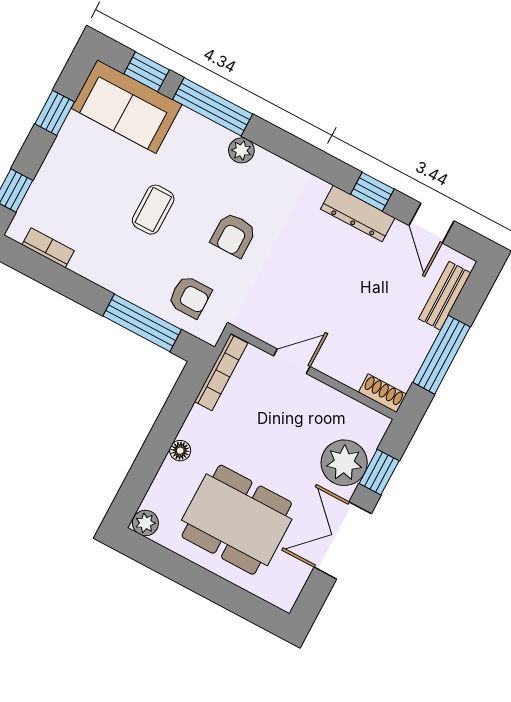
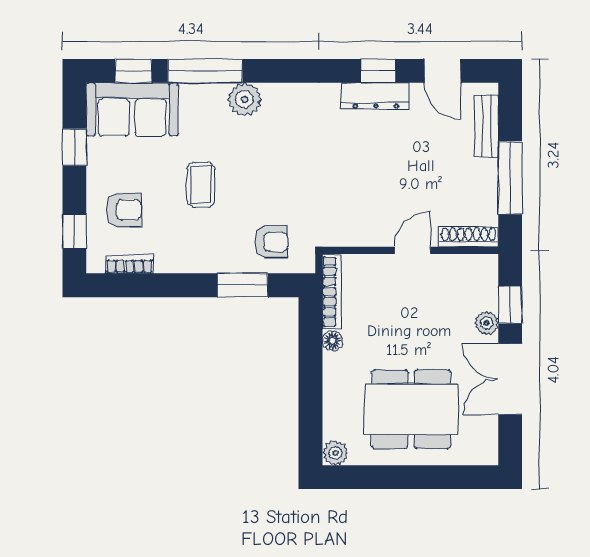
plant: (241, 150) -> (245, 99), width x1.38, depth x1.38
armchair: (233, 235) -> (124, 210), moved, turned -90
window: (142, 323) -> (243, 285), width x0.69
door: (292, 361) -> (413, 250), moved
shoe rack: (382, 393) -> (469, 237), width x1.43
floor lamp: (180, 451) -> (332, 341), moved
plant: (344, 463) -> (487, 323), width x0.53, depth x0.53

